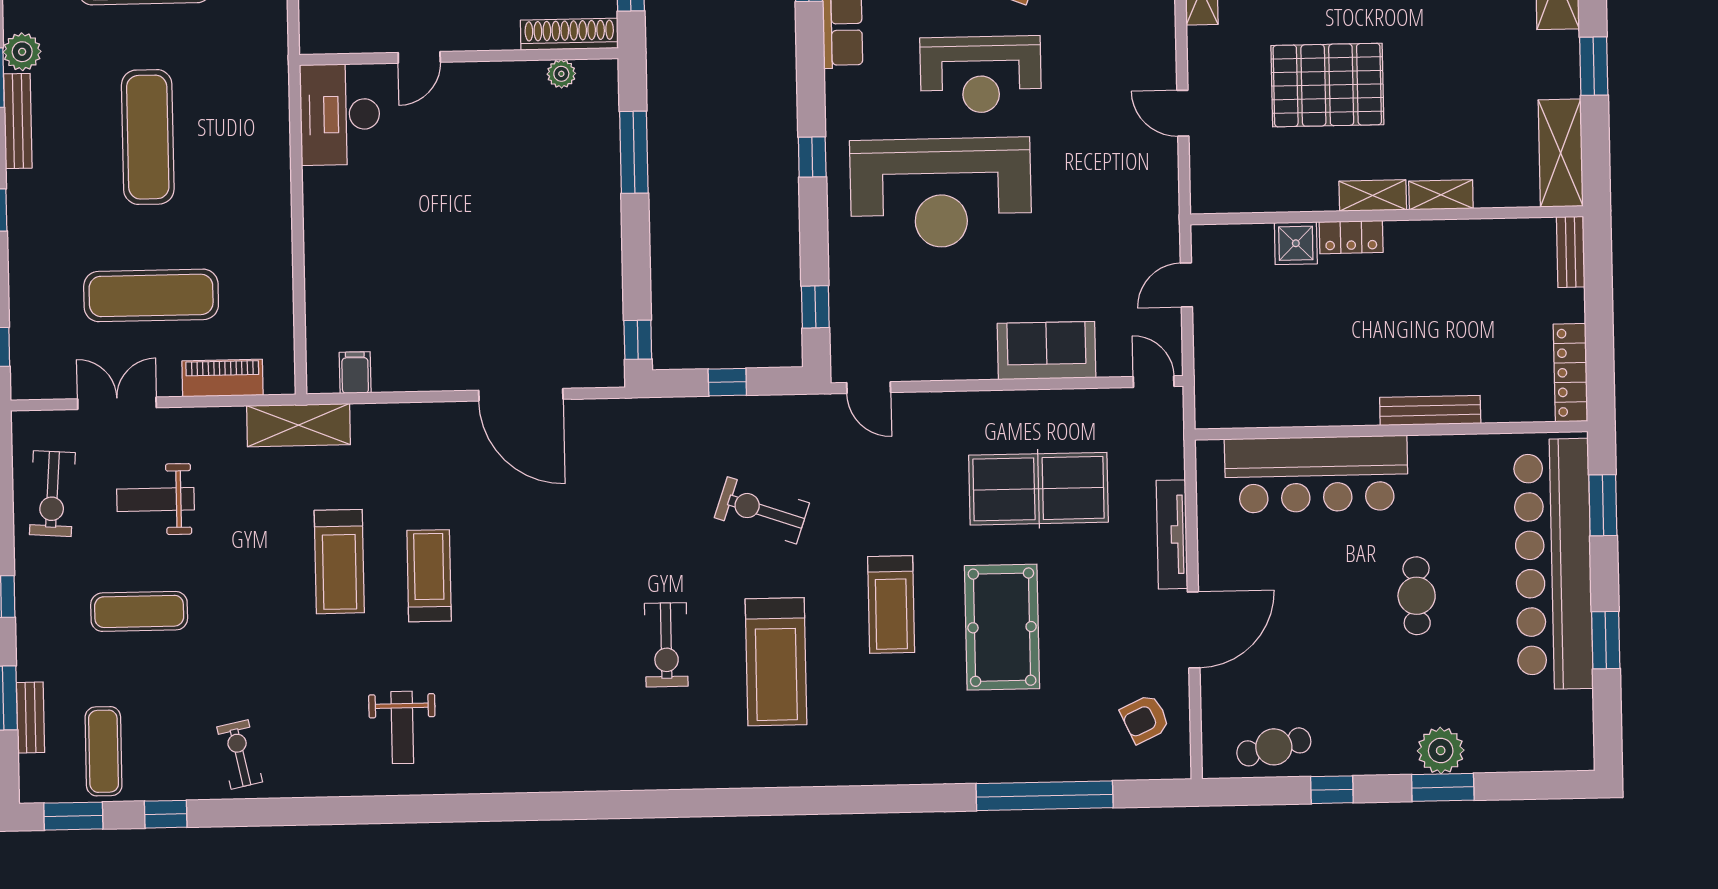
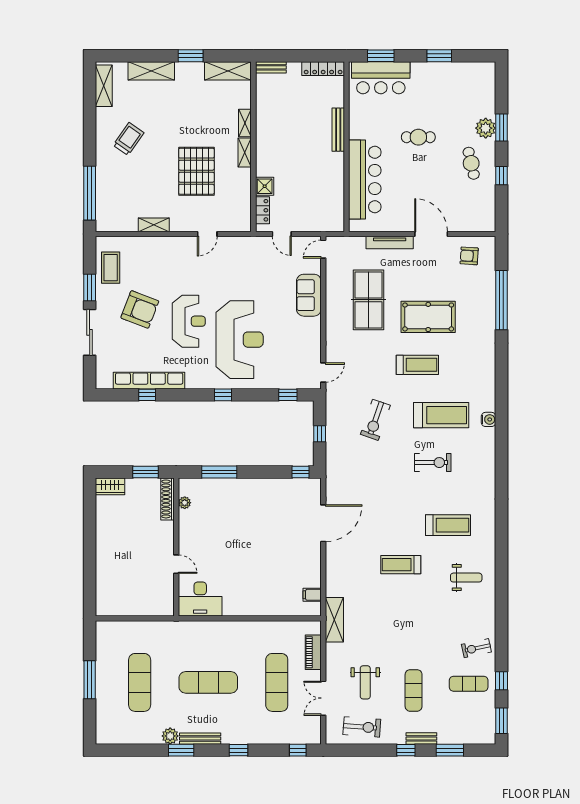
locker: (1351, 237) -> (262, 210), moved
treadmill: (339, 562) -> (448, 525), moved
bar counter: (1553, 564) -> (381, 78), width x0.54
bench: (30, 718) -> (421, 738), moved
armchair: (1145, 719) -> (469, 256), turned 119
cafe table: (1274, 747) -> (471, 163), moved
exercise mat: (104, 751) -> (469, 684), moved
water cooler: (768, 771) -> (489, 419), added

